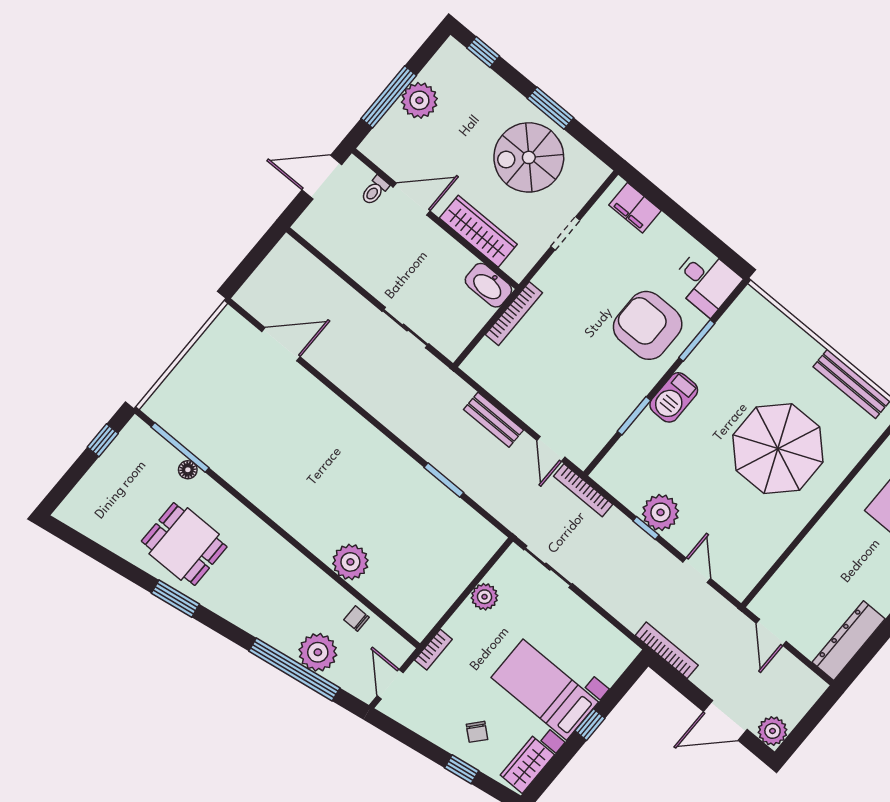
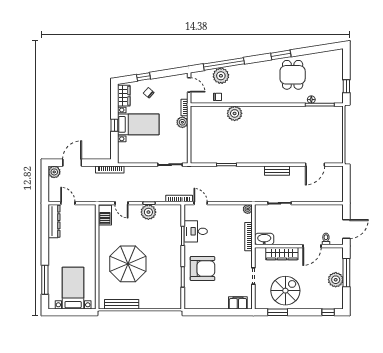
window: (550, 108) -> (278, 312), moved
desk: (706, 281) -> (196, 231), moved
plant: (473, 366) -> (248, 209), added
barbecue: (674, 397) -> (105, 215), moved, turned 180
bench: (493, 420) -> (277, 171), moved
dining table: (184, 544) -> (293, 75), turned 90
plant: (484, 597) -> (182, 122), moved
door: (771, 632) -> (68, 203), moved

